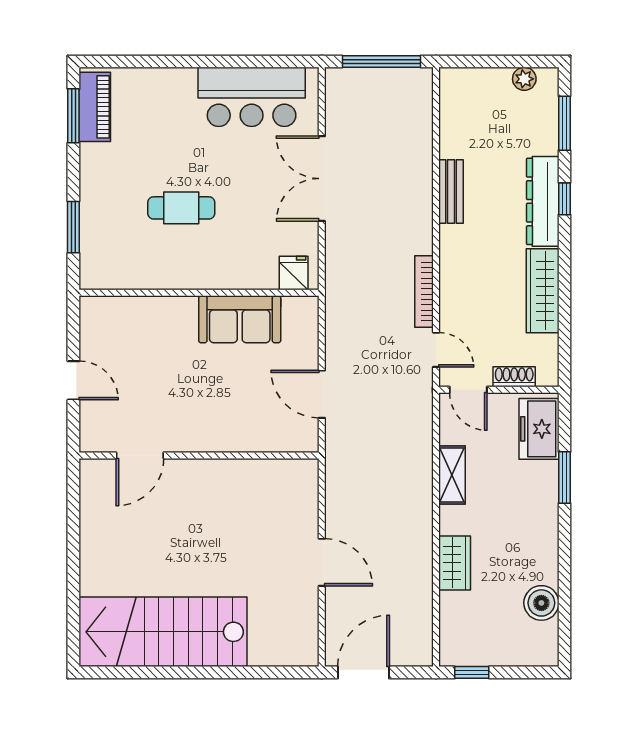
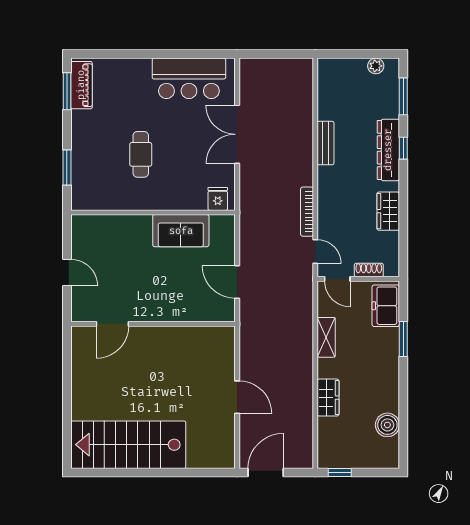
window: (381, 61) -> (278, 54), removed
cafe table: (181, 208) -> (141, 154), turned 90
wardrobe: (543, 291) -> (388, 211), width x0.67

